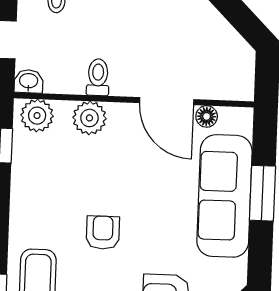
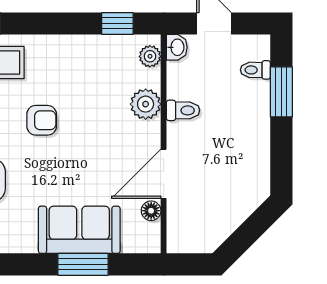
plant: (37, 116) -> (150, 56), width x0.73, depth x0.73
sofa: (224, 196) -> (79, 230), width x0.73

